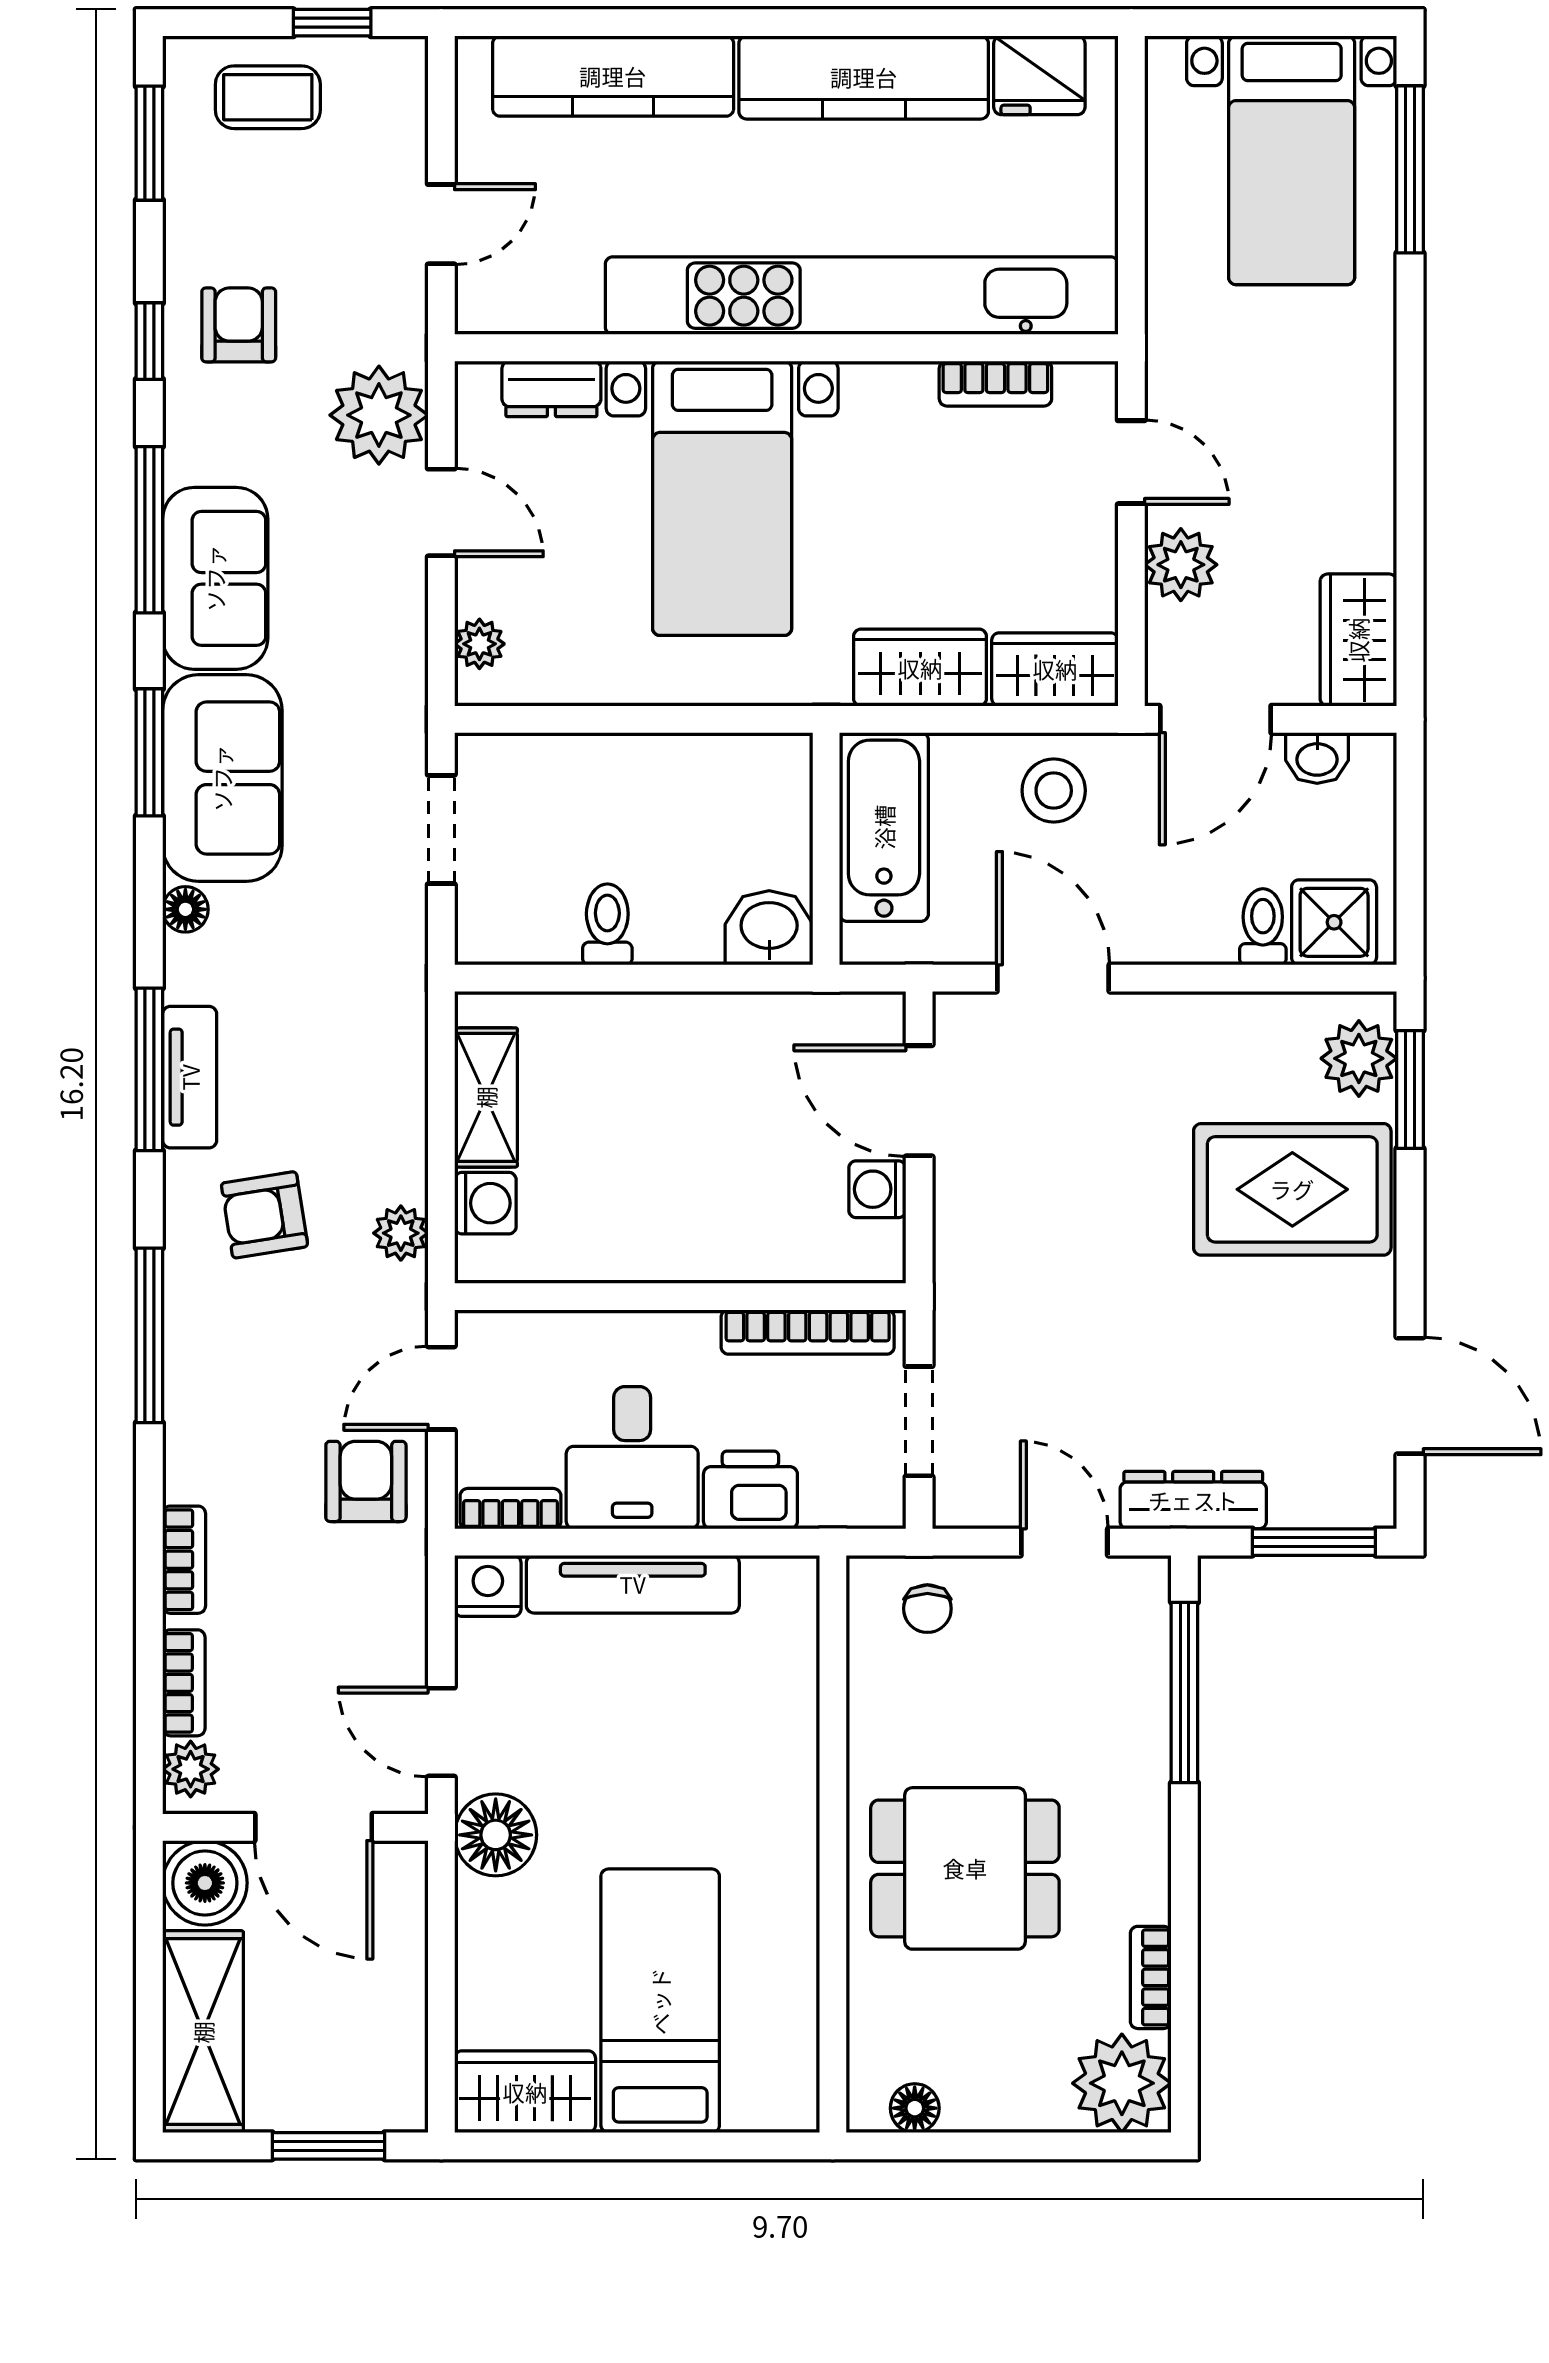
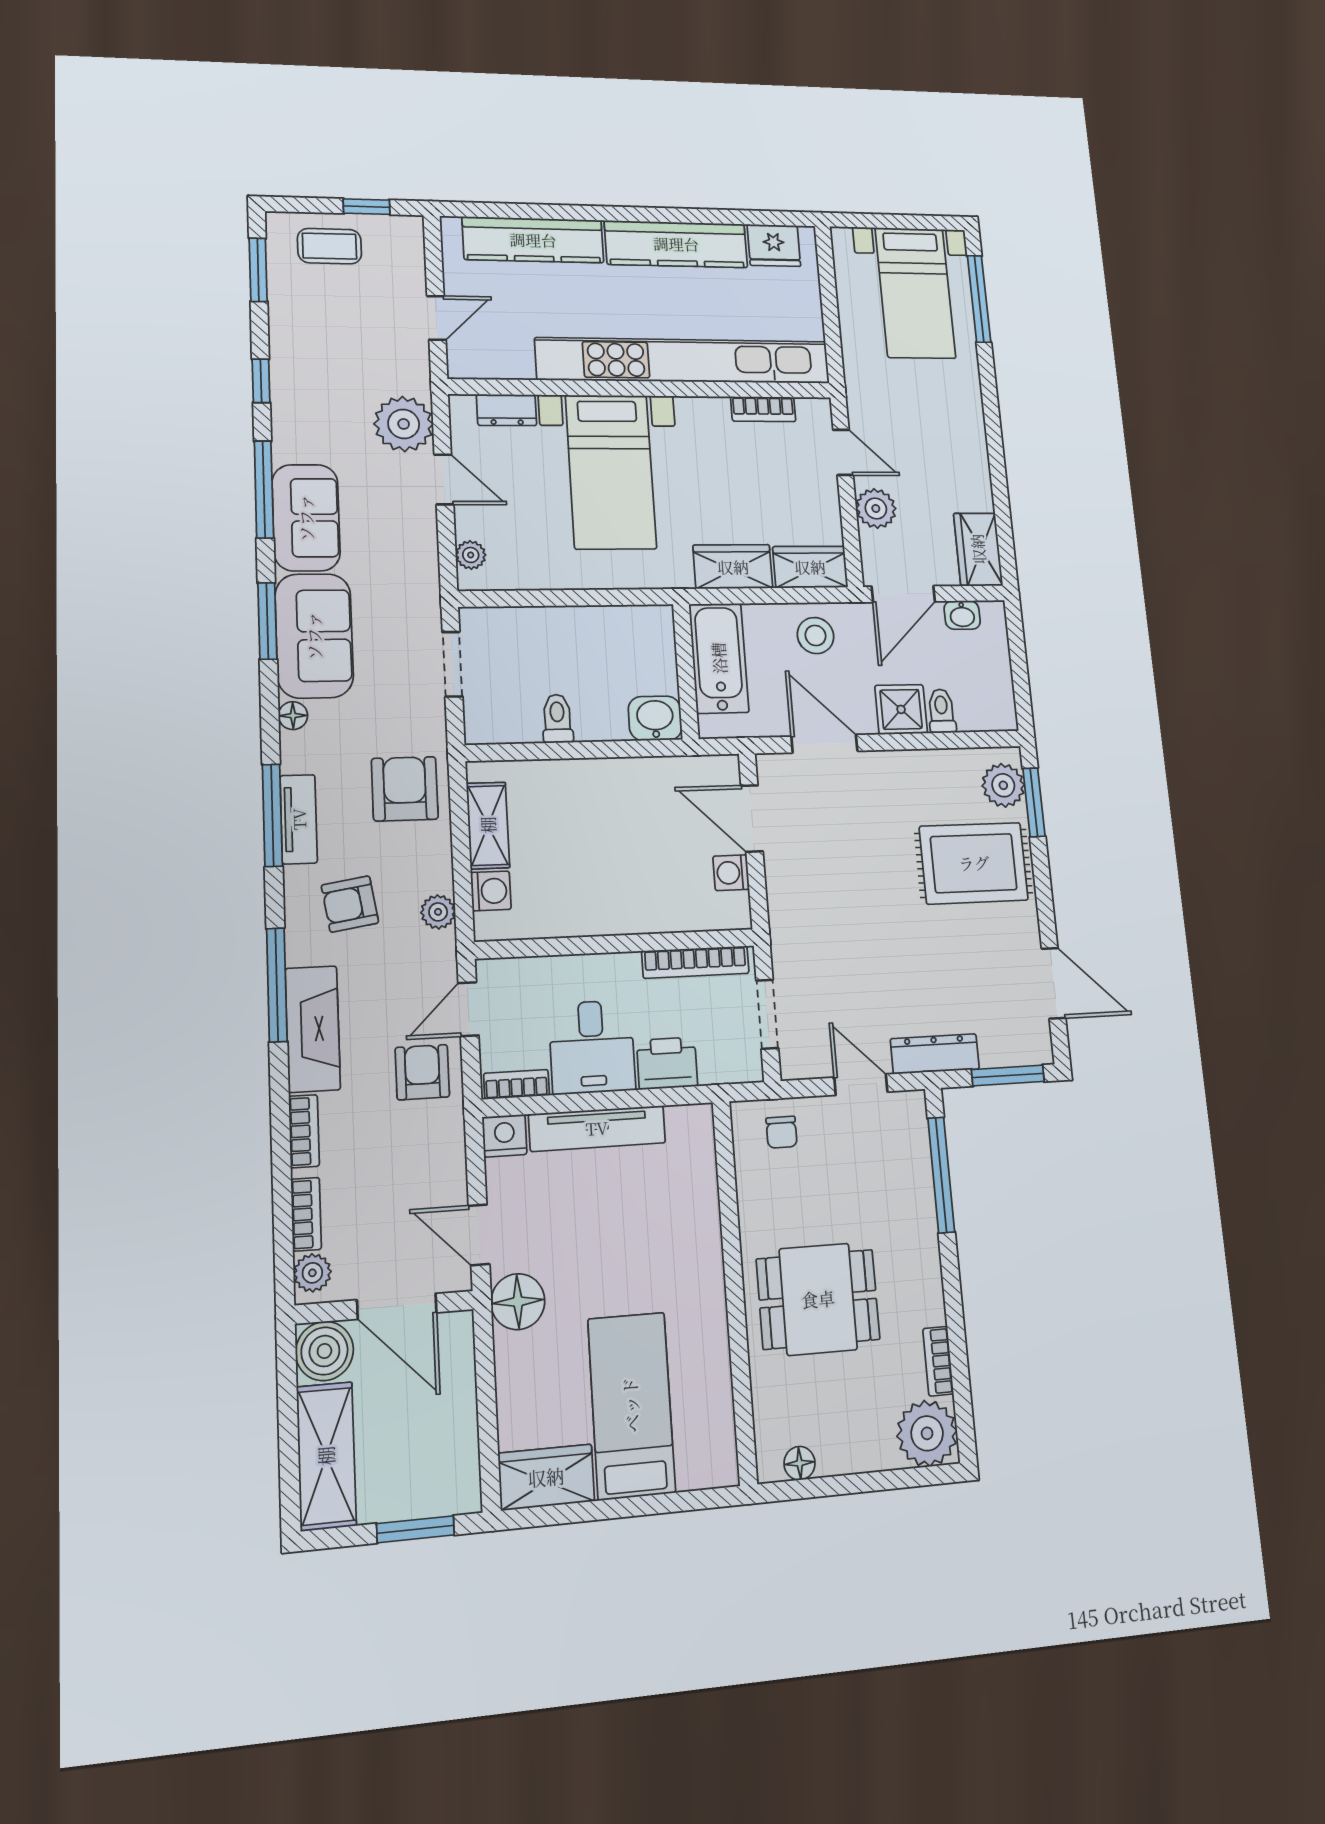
armchair: (239, 325) -> (405, 789), moved, width x1.38, depth x1.38
shower: (1334, 922) -> (901, 709), moved
fireplace: (202, 1406) -> (313, 1029), added

